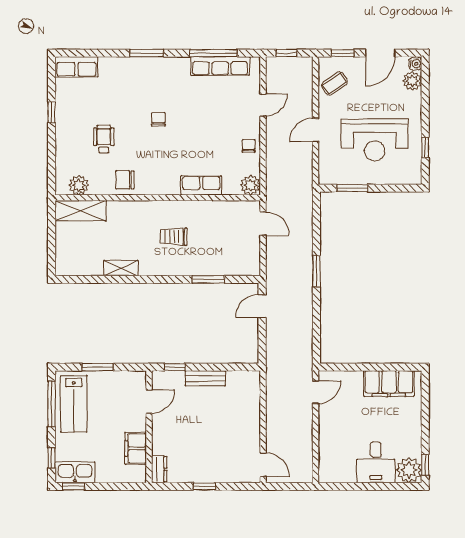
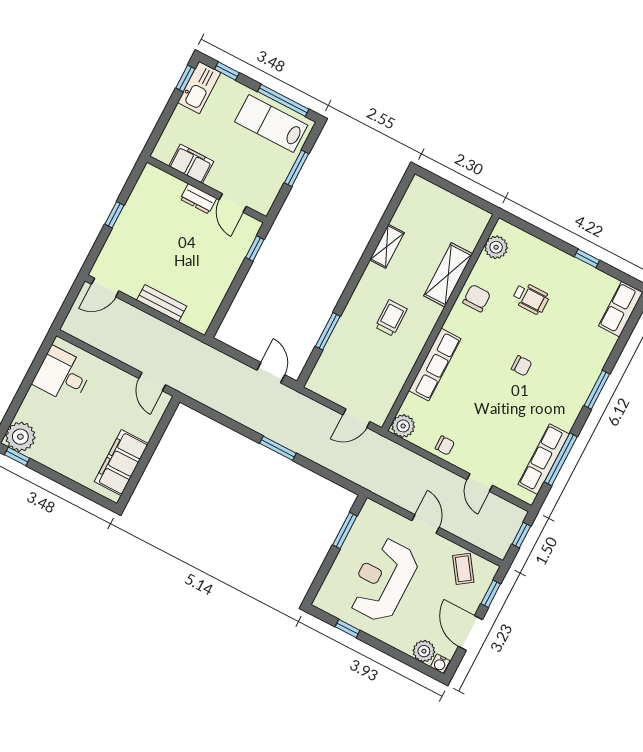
row of seats: (201, 185) -> (435, 365), width x1.48
shelving: (81, 211) -> (448, 275), moved
bench: (205, 378) -> (162, 303), moved, turned 90
desk: (376, 462) -> (63, 375), moved
dresser: (159, 469) -> (198, 199), moved

